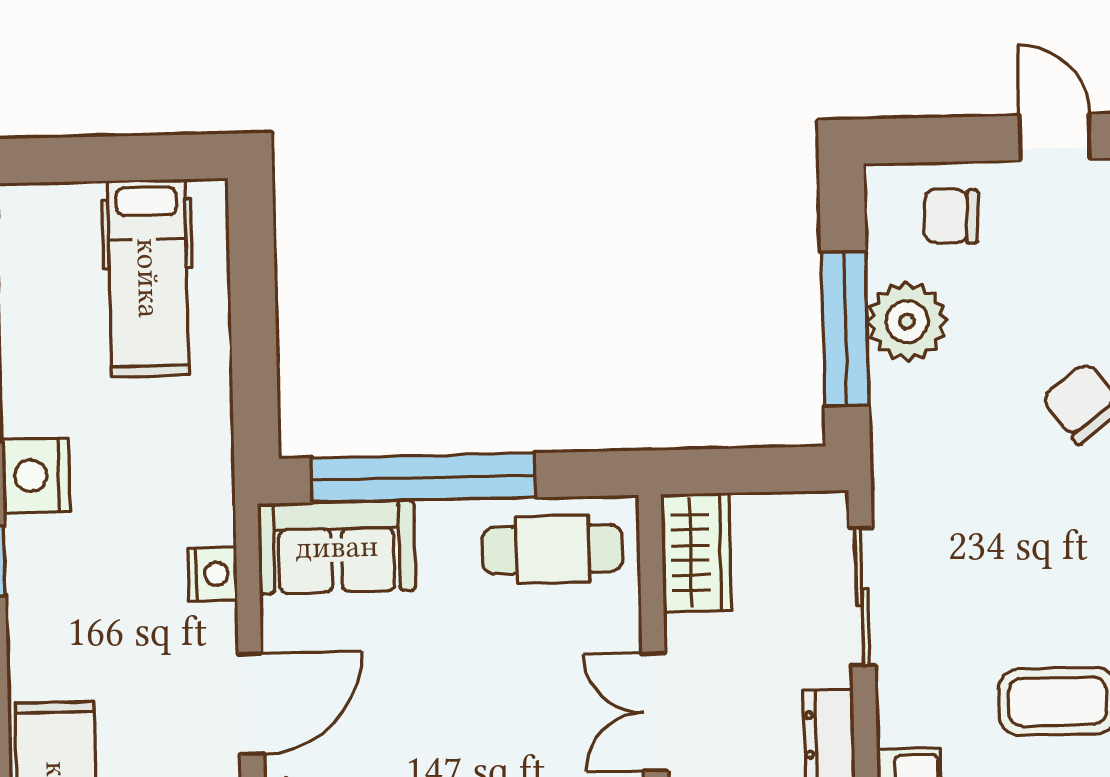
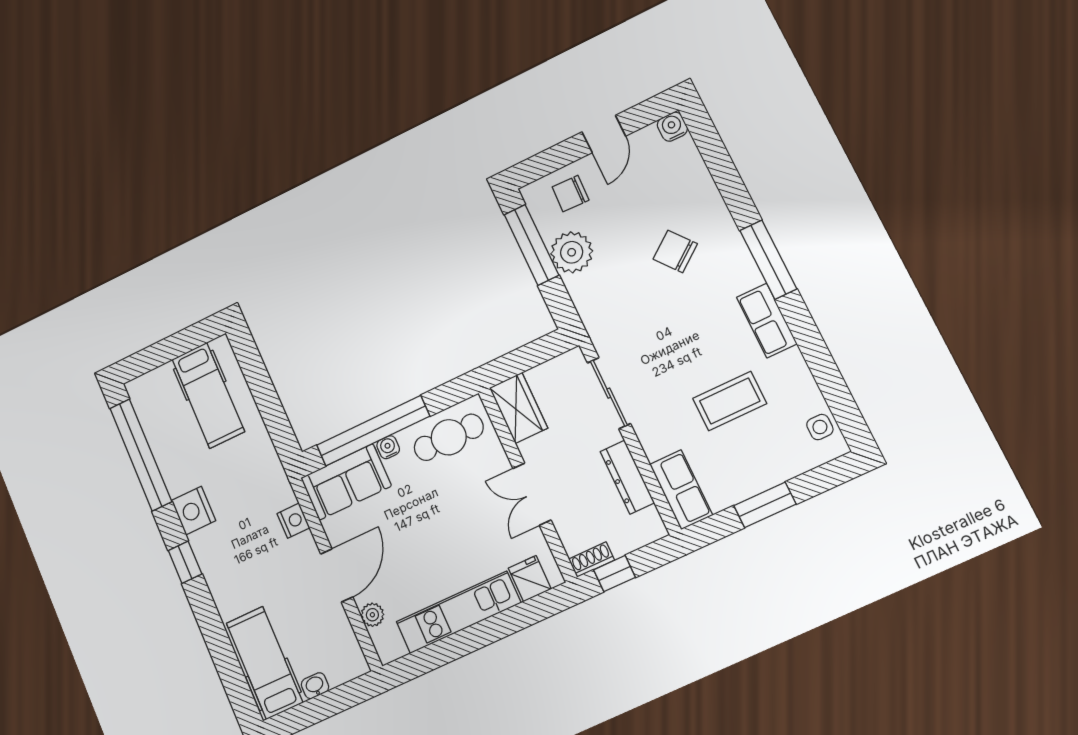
door: (1055, 137) -> (604, 134), swing flipped
window: (845, 329) -> (531, 245), moved
water cooler: (438, 519) -> (388, 447), added

